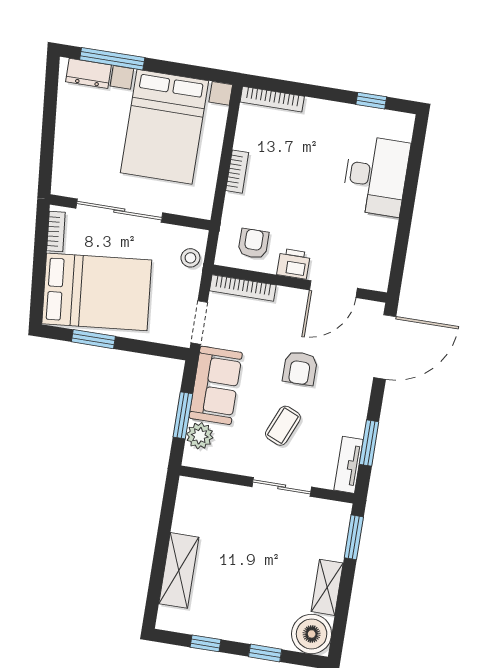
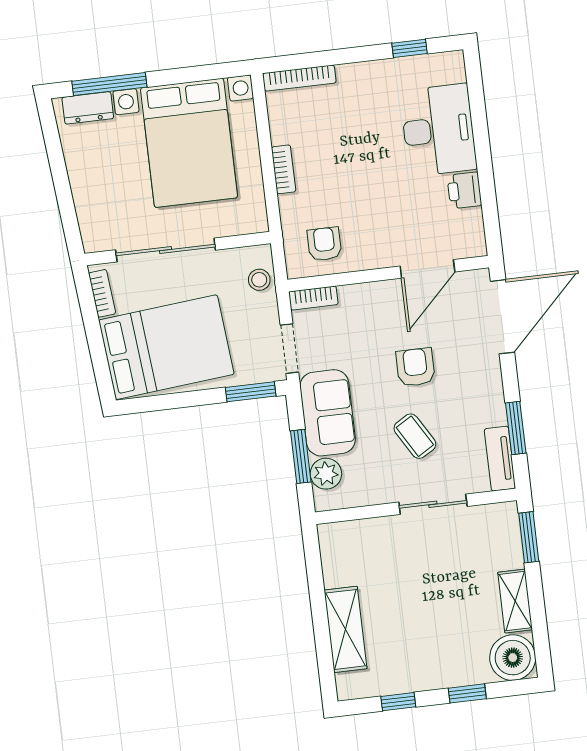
printer: (294, 264) -> (464, 190), moved, turned -90
bookcase: (243, 288) -> (313, 298), width x0.64
window: (93, 339) -> (251, 392), moved
armchair: (300, 368) -> (415, 367), turned 180
coffee table: (283, 426) -> (415, 436), turned -54

